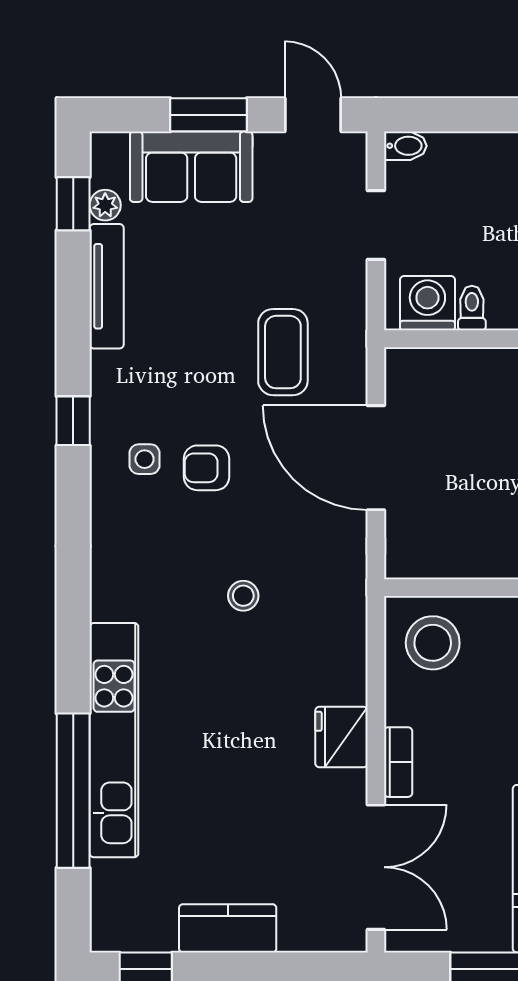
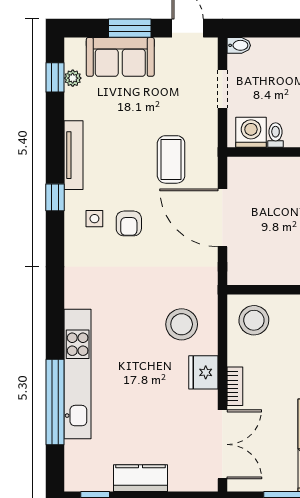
tv unit: (107, 286) -> (74, 155), moved
armchair: (207, 468) -> (129, 223), turned -90
stool: (243, 596) -> (182, 324), moved, width x1.89, depth x1.89

